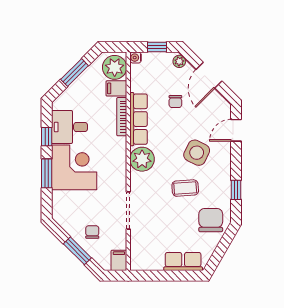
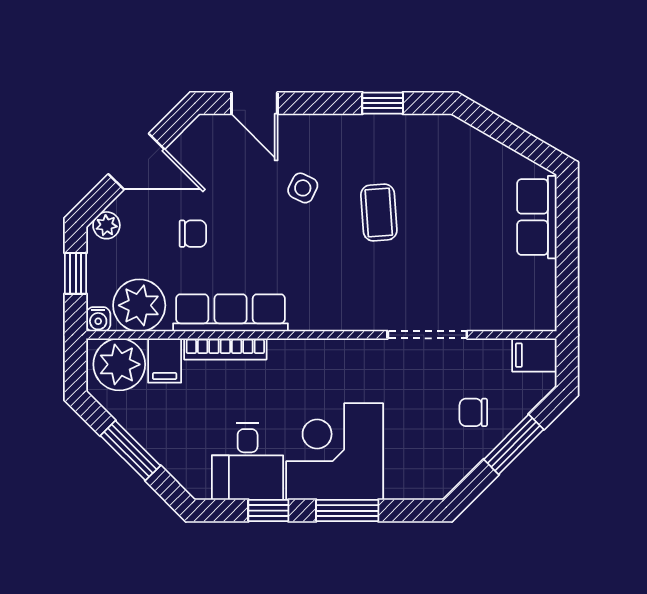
side table: (197, 153) -> (303, 188), width x0.54, depth x0.54
plant: (142, 159) -> (139, 305), moved
chair: (211, 220) -> (448, 158), removed

